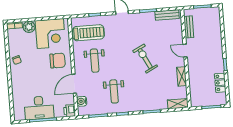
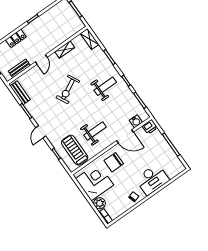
chair: (58, 61) -> (114, 162), turned -90
locker: (220, 83) -> (16, 38), moved
weight bench: (114, 91) -> (105, 86), moved
desk: (39, 108) -> (152, 179), moved, turned 90

